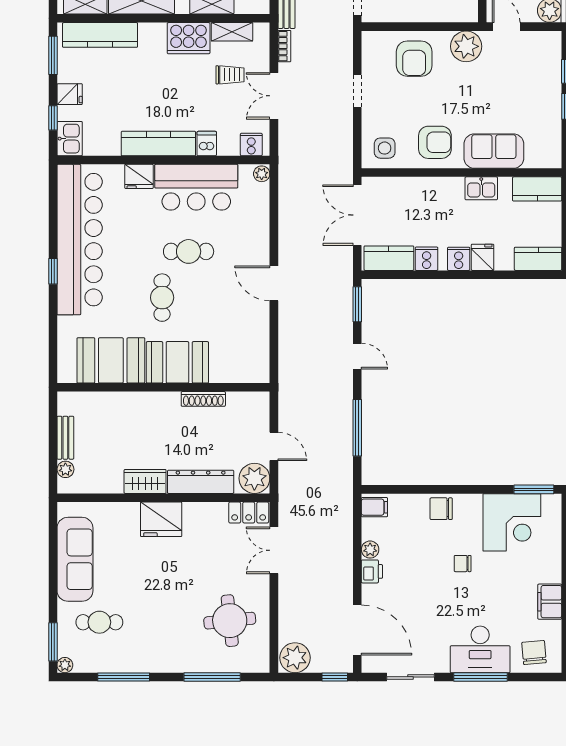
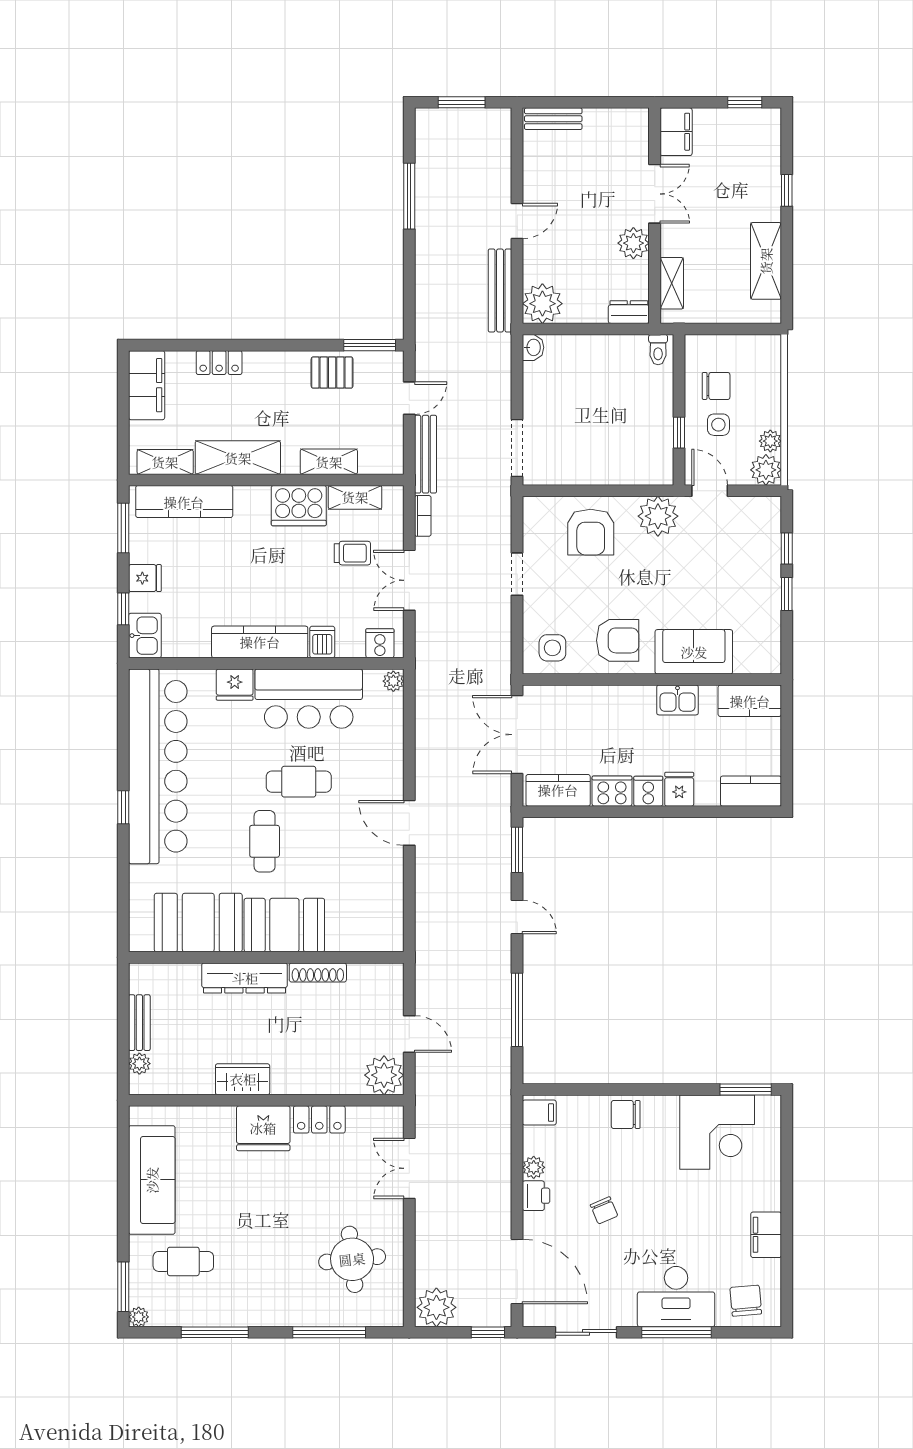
cooker: (427, 259) -> (612, 791), width x1.36
dresser: (201, 482) -> (245, 978), moved, turned 180
locker: (249, 513) -> (319, 1119), moved
chair: (463, 564) -> (604, 1210), moved, turned -113

